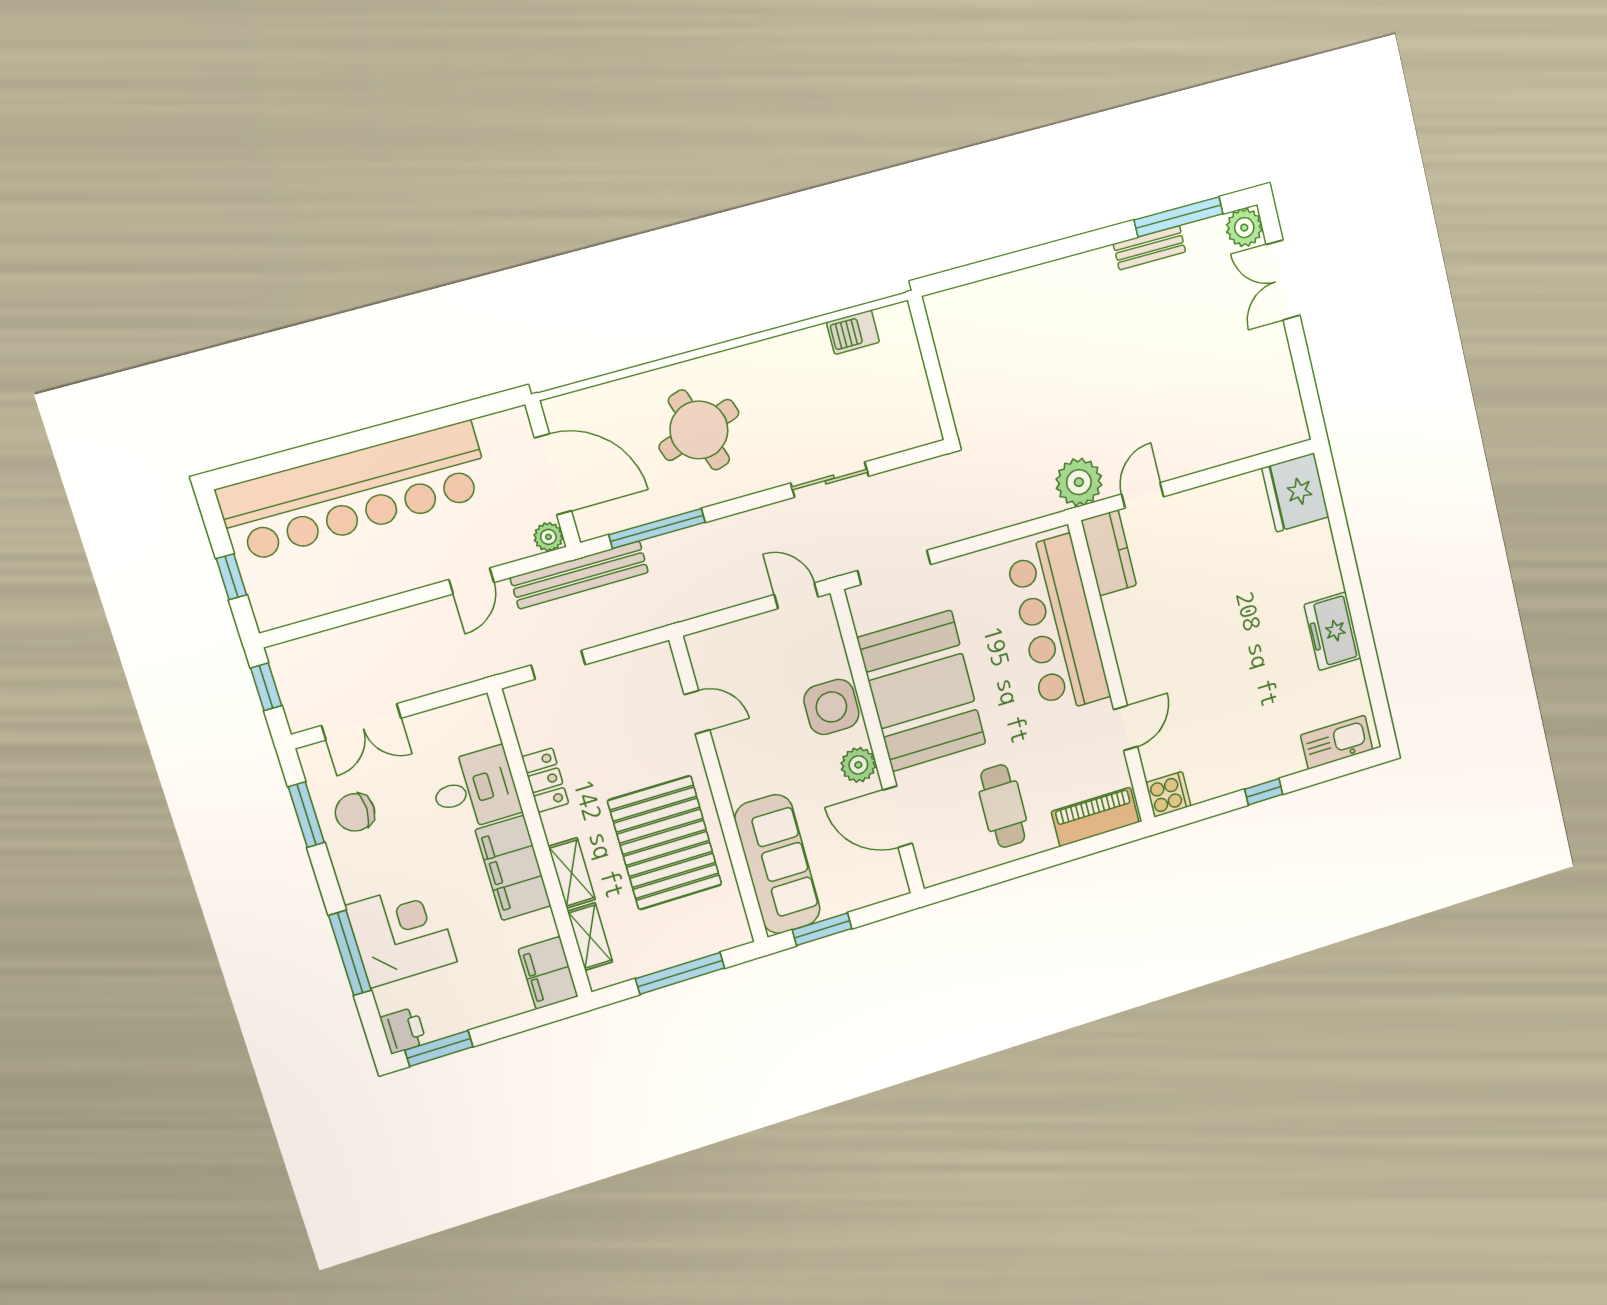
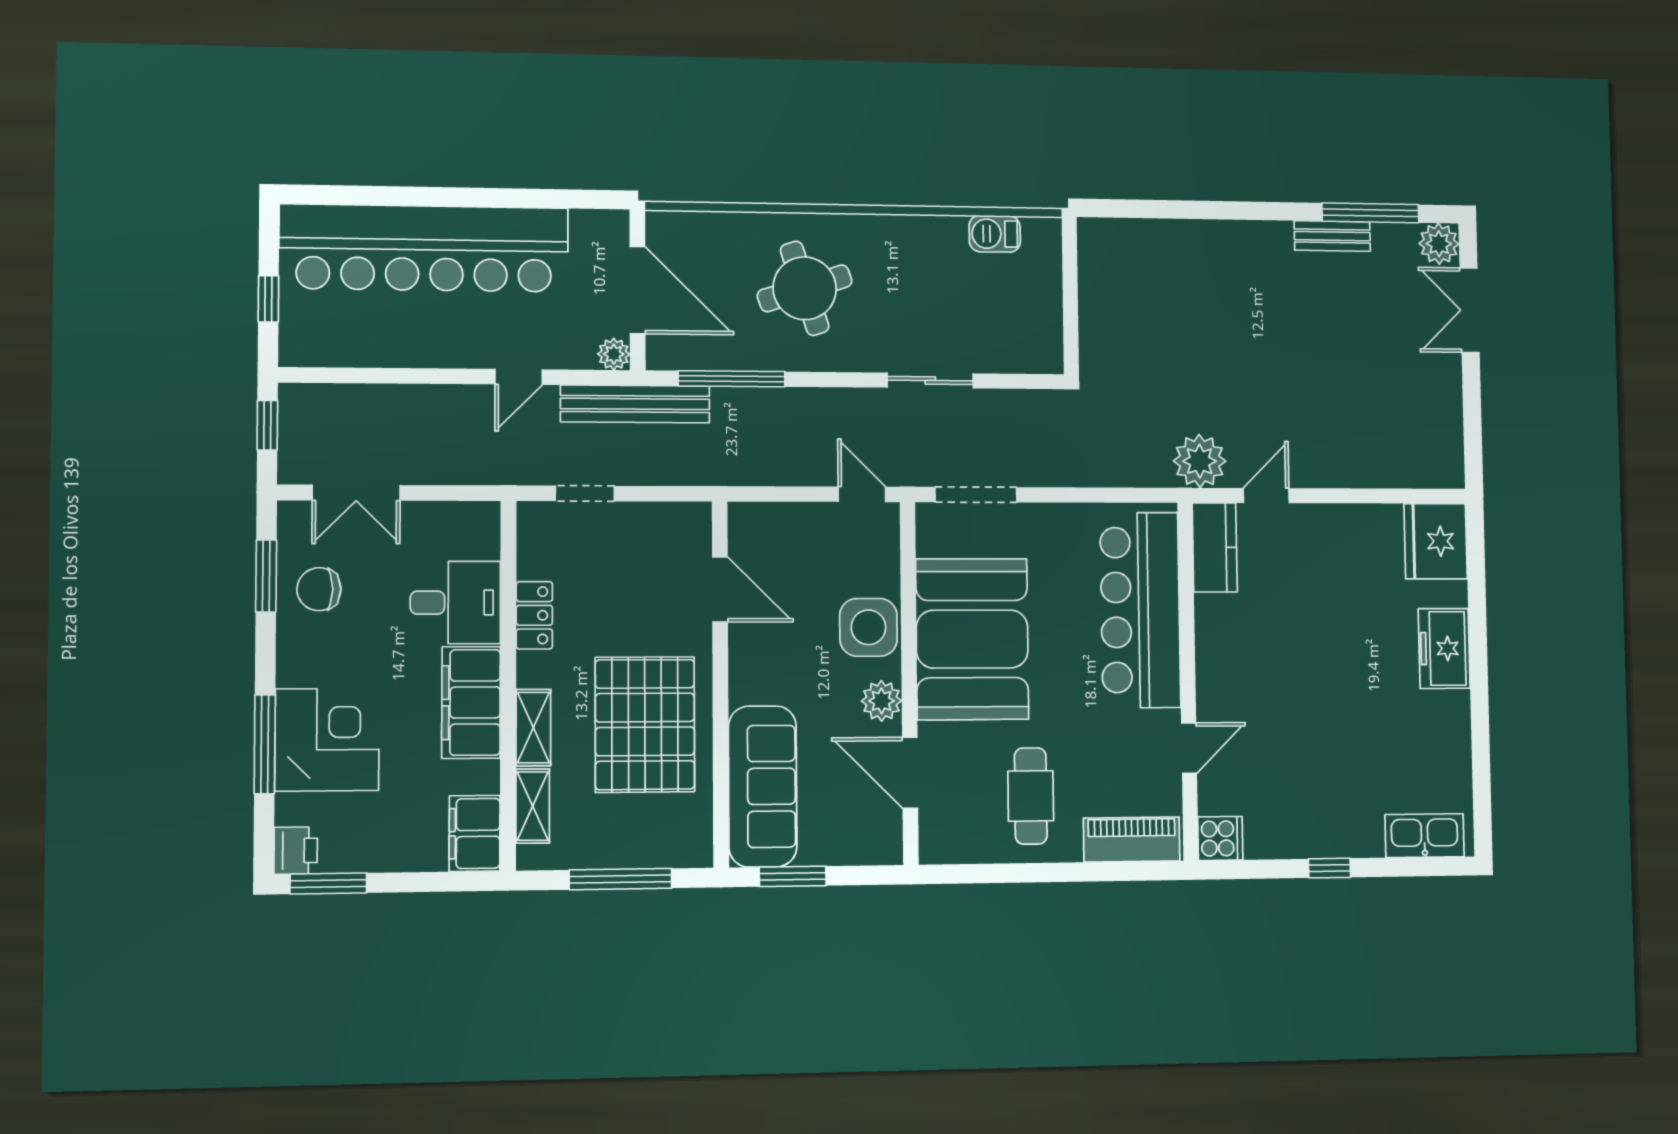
freezer: (1333, 631) -> (1444, 648), moved
door: (697, 712) -> (720, 589), width x1.38

